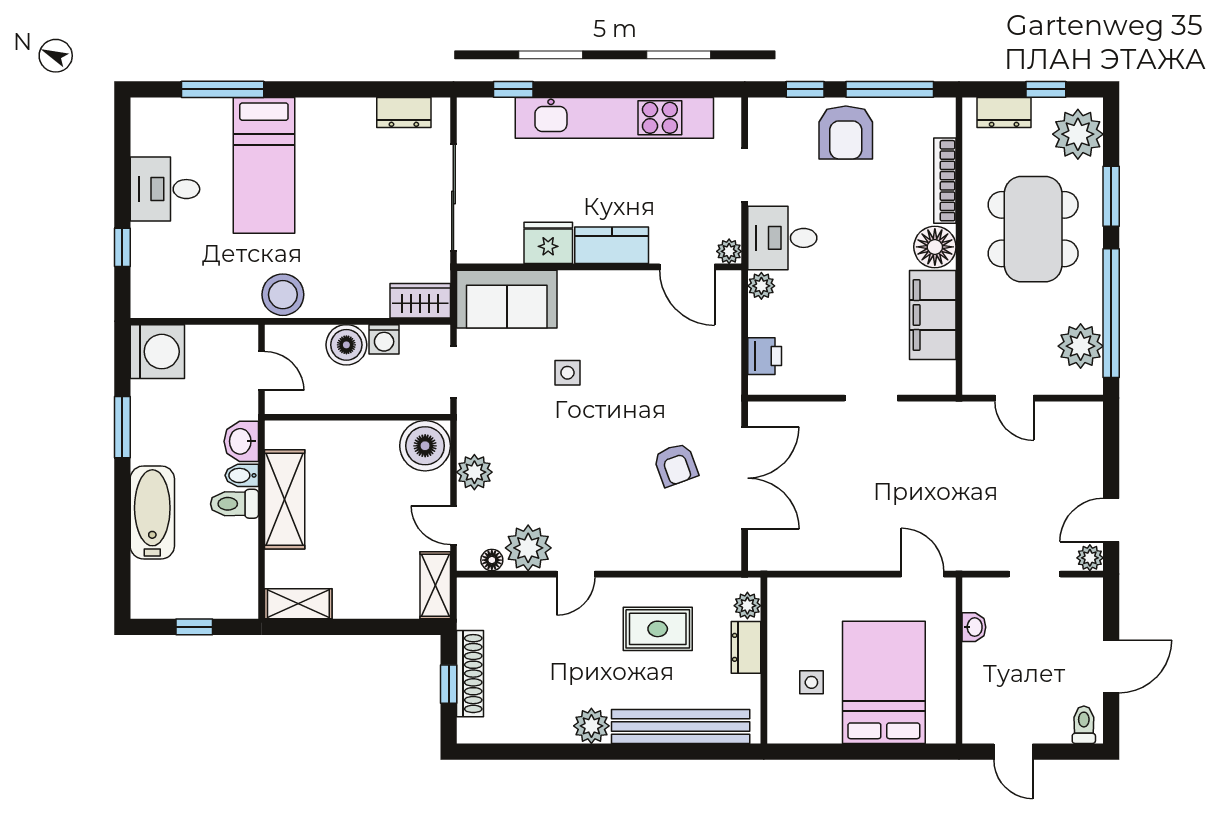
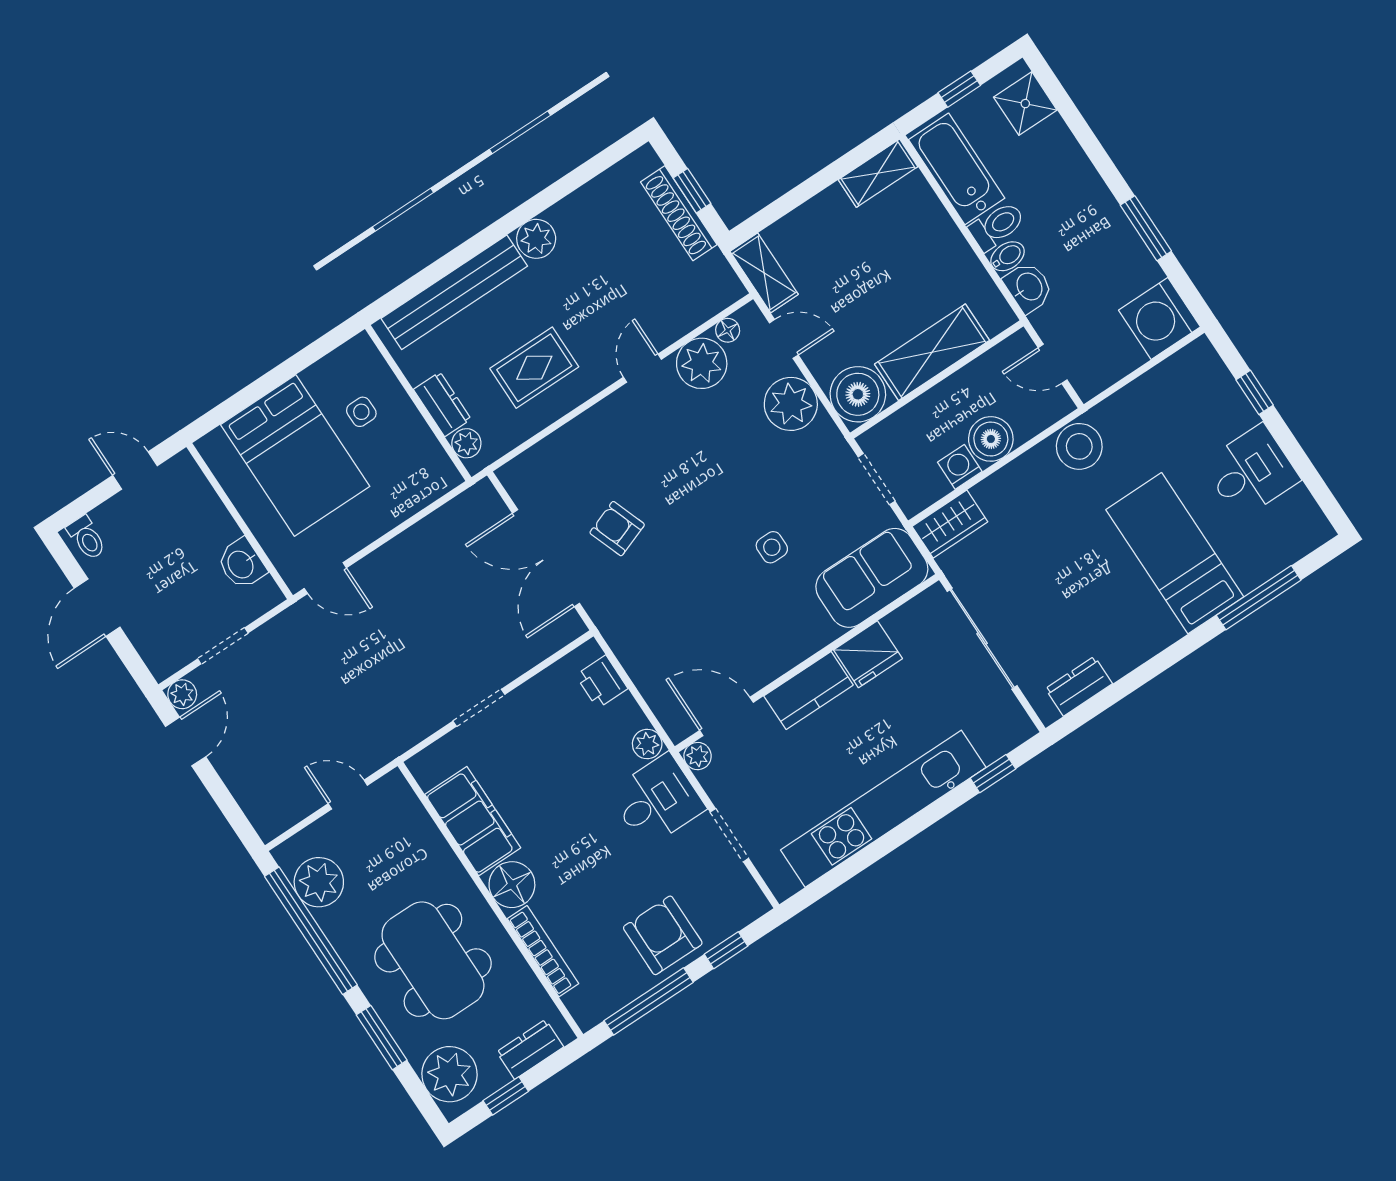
plant: (474, 472) -> (791, 404), width x1.36, depth x1.36
shelving: (285, 499) -> (932, 352), moved, turned 90
bathtub: (152, 512) -> (957, 169), moved, turned 180
shower: (151, 583) -> (1025, 104), added
washbasin: (974, 627) -> (241, 564), width x1.38, depth x1.45

